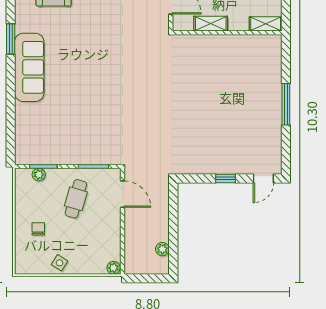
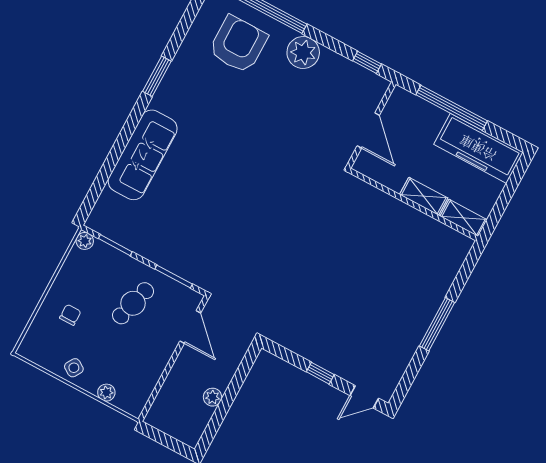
shelving: (211, 24) -> (424, 196), moved
sofa: (29, 67) -> (143, 155), moved
plant: (39, 175) -> (85, 241), moved
plant: (162, 249) -> (213, 397), moved
plant: (114, 268) -> (106, 393), moved

